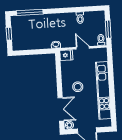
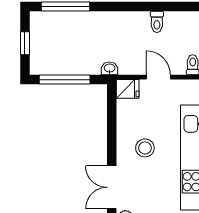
window: (32, 52) -> (65, 80), added
double door: (61, 109) -> (112, 187), swing flipped

